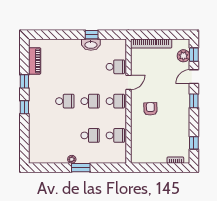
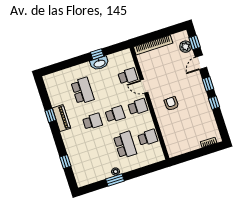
piano: (35, 61) -> (61, 118), moved
school desk: (65, 67) -> (83, 91), added
door: (128, 82) -> (144, 86), swing flipped
window: (24, 107) -> (65, 162), moved
school desk: (90, 135) -> (125, 145), width x1.85
window: (194, 143) -> (214, 103), moved
window: (81, 168) -> (115, 180), moved

